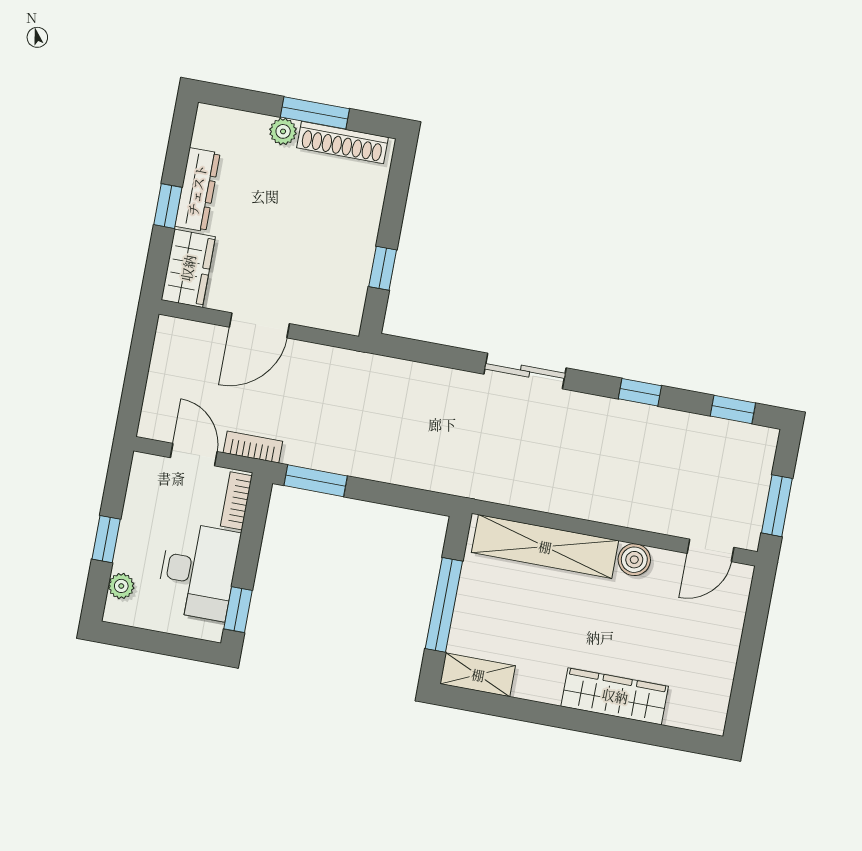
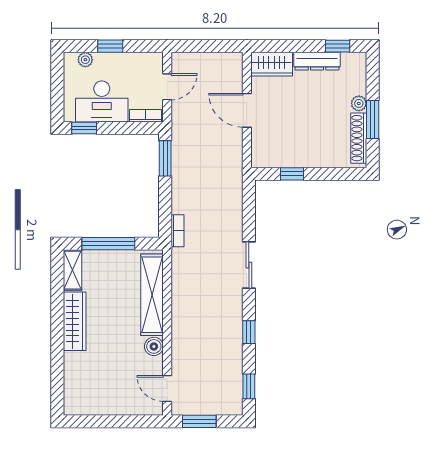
window: (168, 206) -> (338, 46), moved
bookcase: (253, 447) -> (178, 231), moved
wardrobe: (615, 696) -> (75, 321), moved

